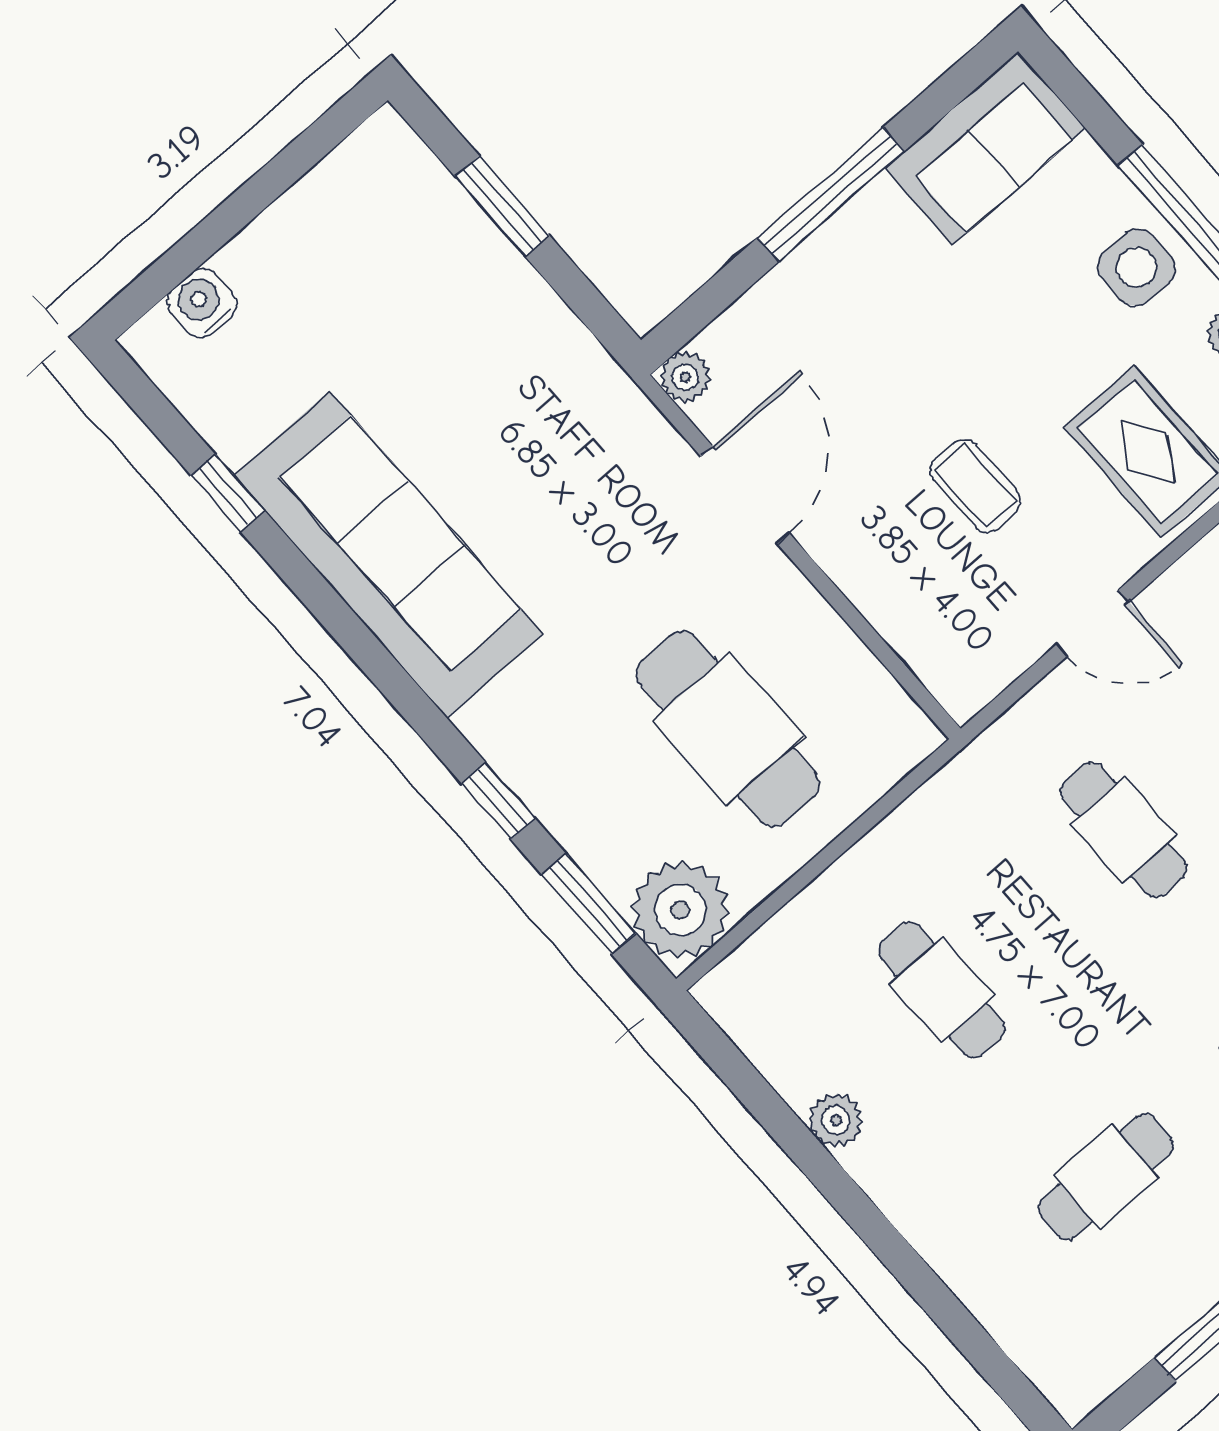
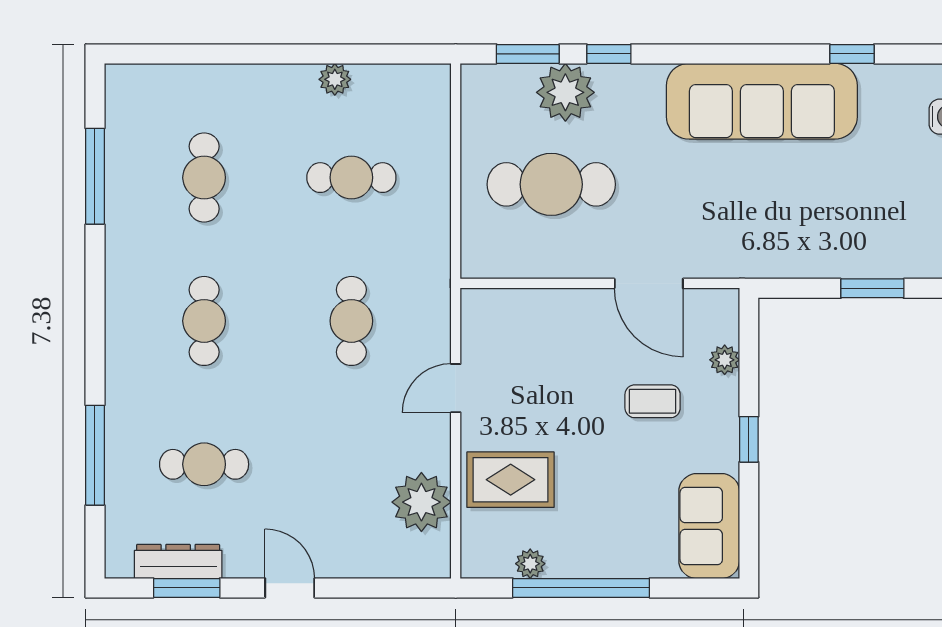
window: (831, 194) -> (749, 439), width x0.46
side table: (1137, 267) -> (597, 547), removed
plant: (685, 377) -> (725, 360), moved
coffee table: (975, 486) -> (653, 401), moved
cafe table: (1124, 830) -> (351, 321), turned 90
plant: (680, 910) -> (565, 92), moved

